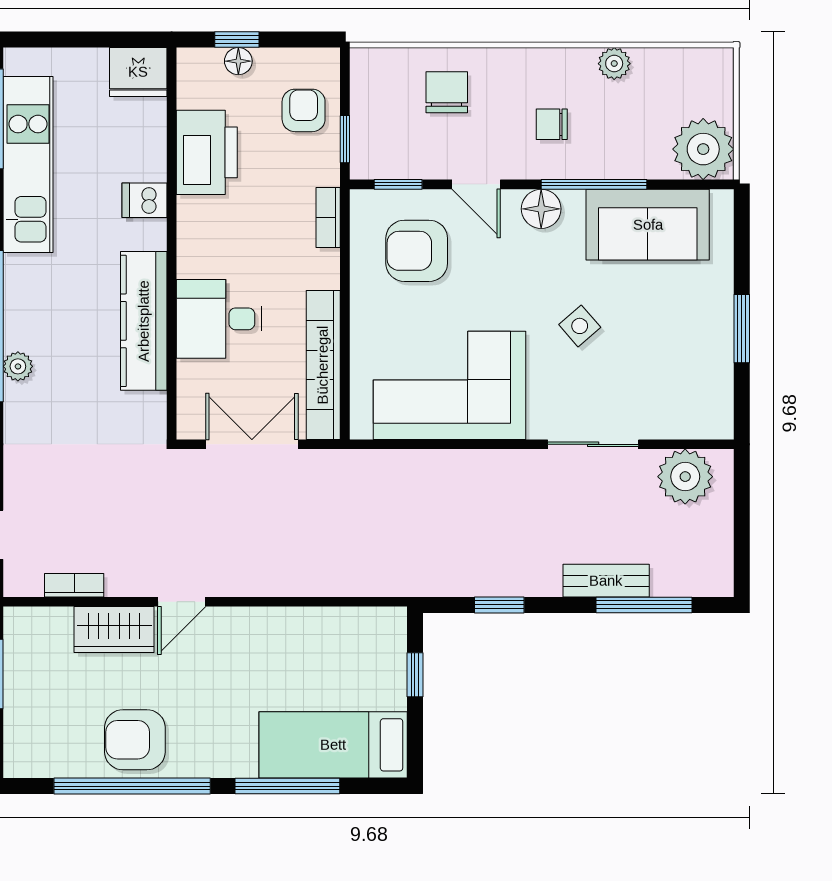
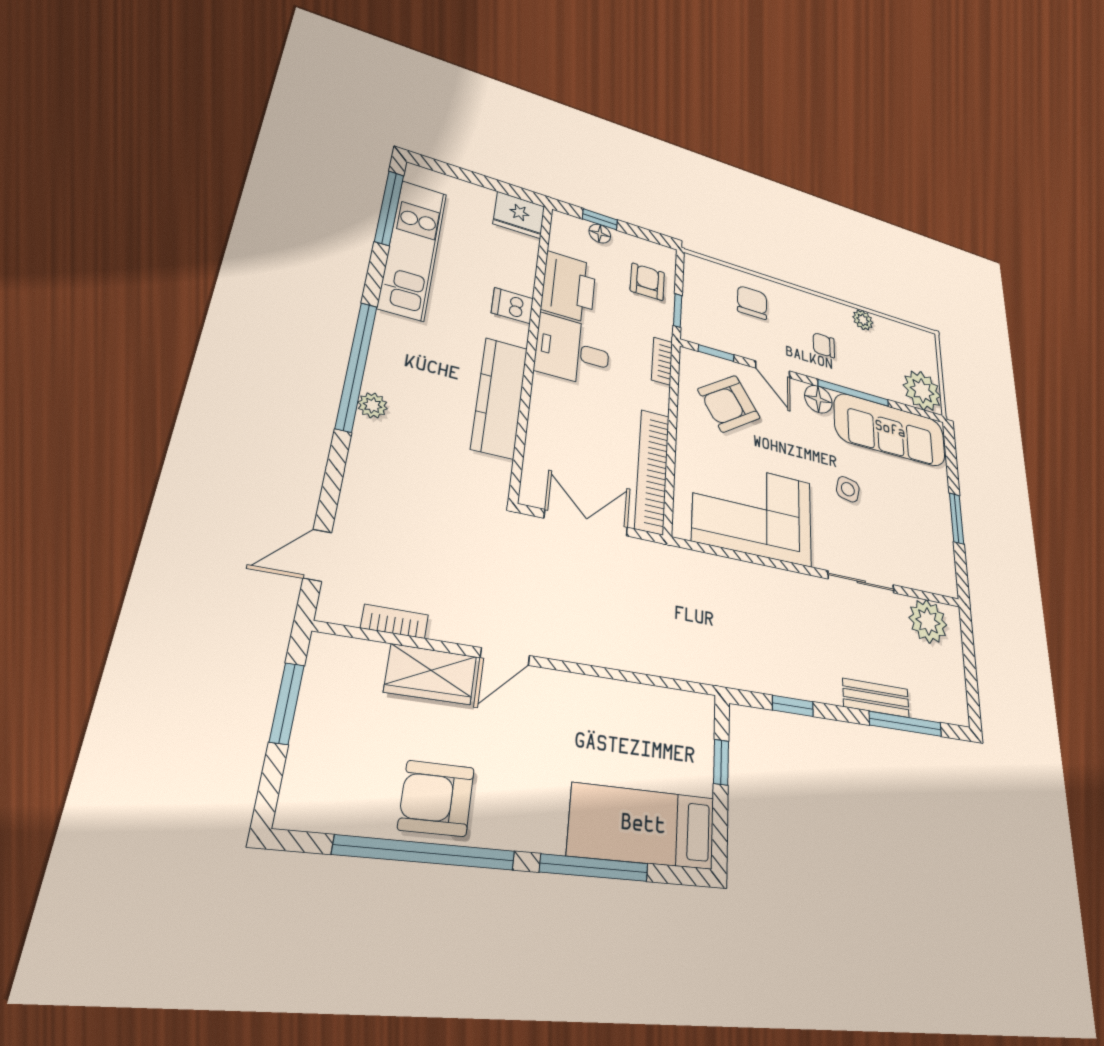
sofa: (648, 225) -> (890, 430), width x1.36
armchair: (417, 251) -> (729, 404), turned -34
desk: (219, 319) -> (573, 351), moved
side table: (580, 326) -> (848, 489), turned -37

